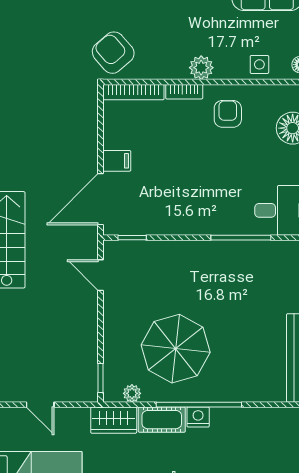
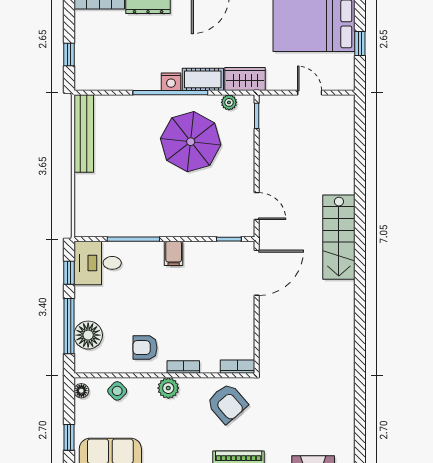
armchair: (113, 53) -> (227, 403), moved
side table: (259, 64) -> (117, 391), turned 45
bookcase: (133, 92) -> (237, 367), width x0.64
armchair: (228, 114) -> (145, 348), turned 90
filing cabinet: (117, 161) -> (174, 253), moved, turned -90

